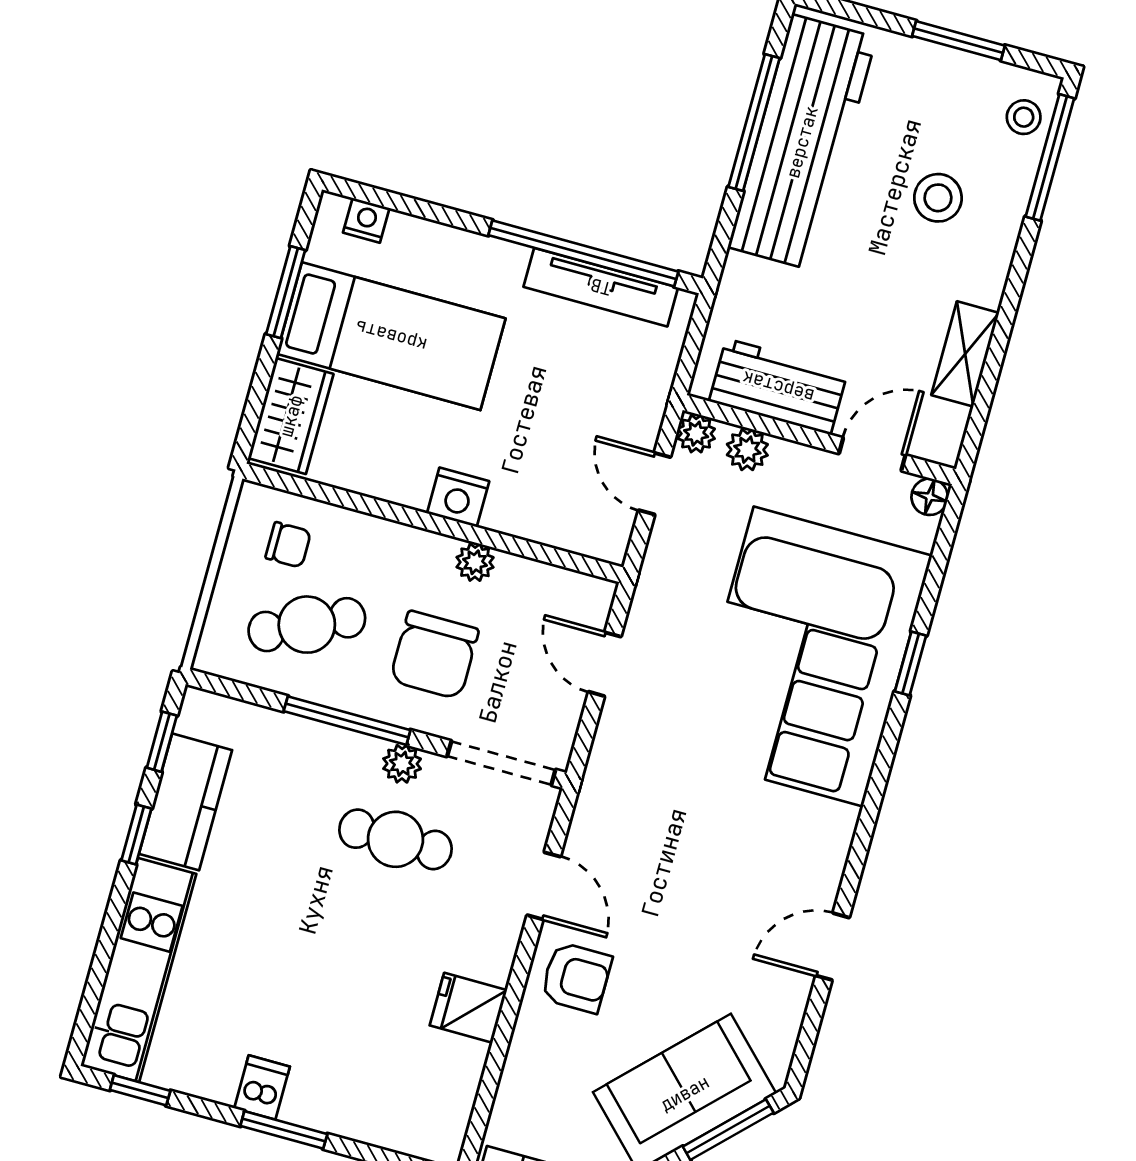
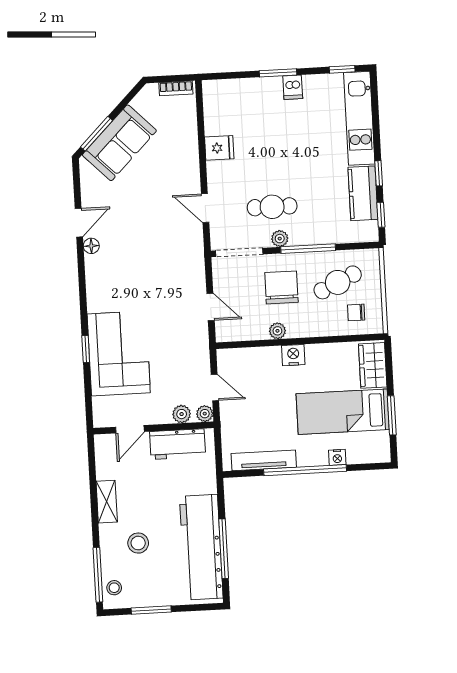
nightstand: (366, 220) -> (337, 457), moved
window: (583, 253) -> (305, 470), moved
shelving: (965, 354) -> (107, 502), moved
floor lamp: (930, 497) -> (91, 246), moved
corner sofa: (808, 656) -> (119, 353), width x0.73, depth x0.74
armchair: (576, 978) -> (179, 175), removed

